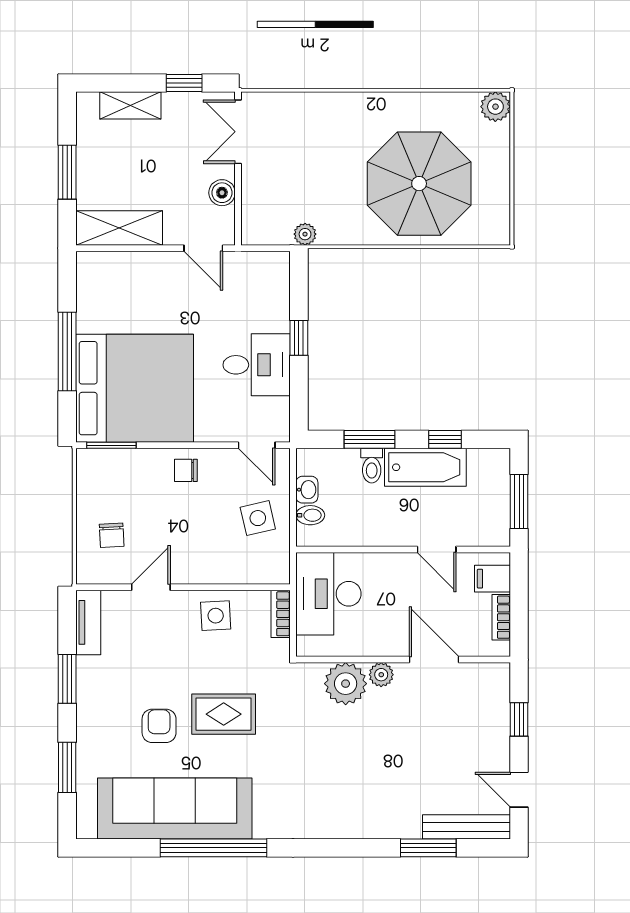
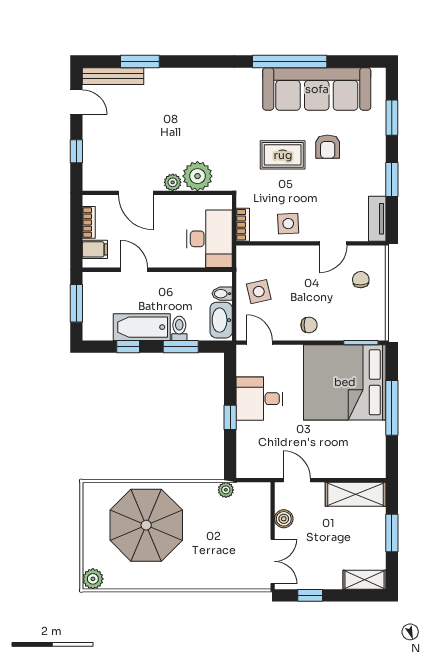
shelving: (130, 105) -> (365, 580), moved
washbasin: (307, 490) -> (221, 320), width x1.91, depth x1.45

